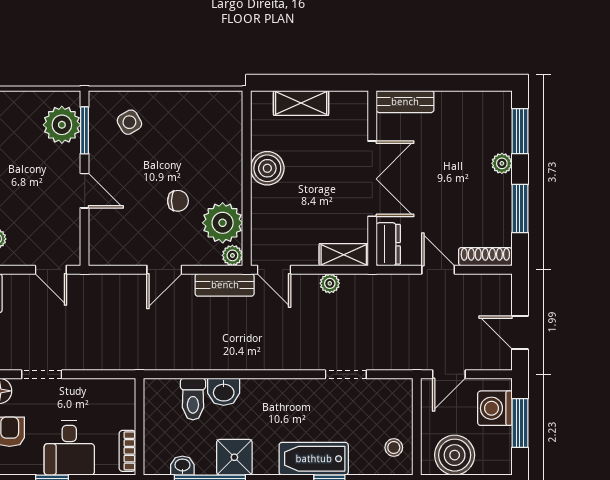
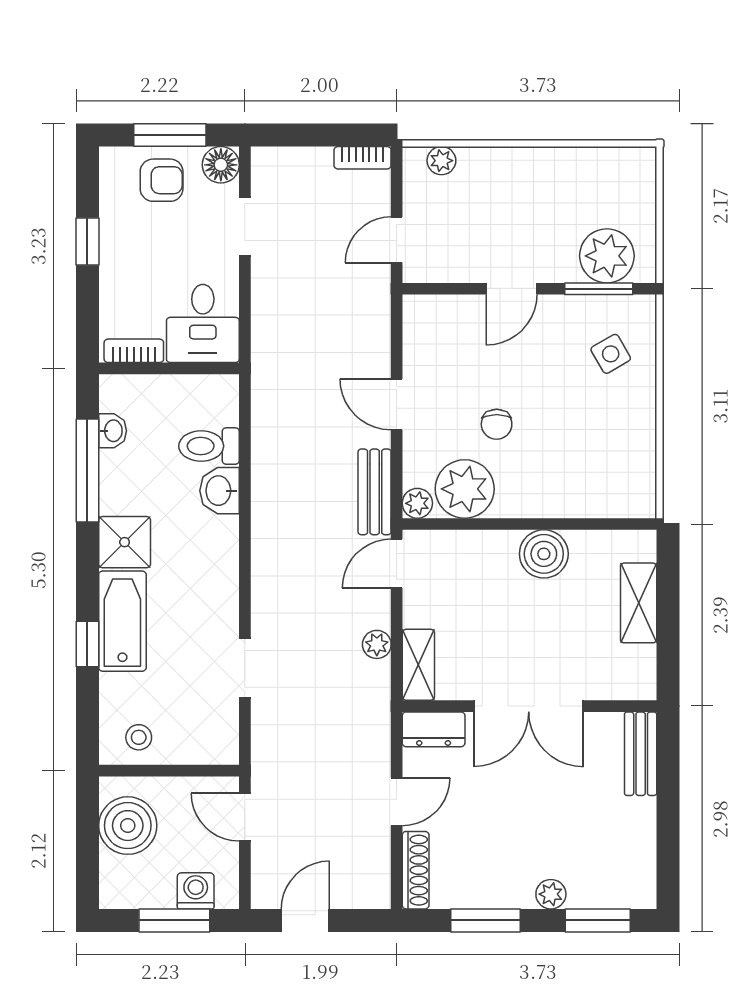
washing machine: (495, 408) -> (196, 891), width x0.73, depth x0.73
desk: (69, 448) -> (203, 323), moved, turned -90
shower: (234, 457) -> (125, 542), moved

